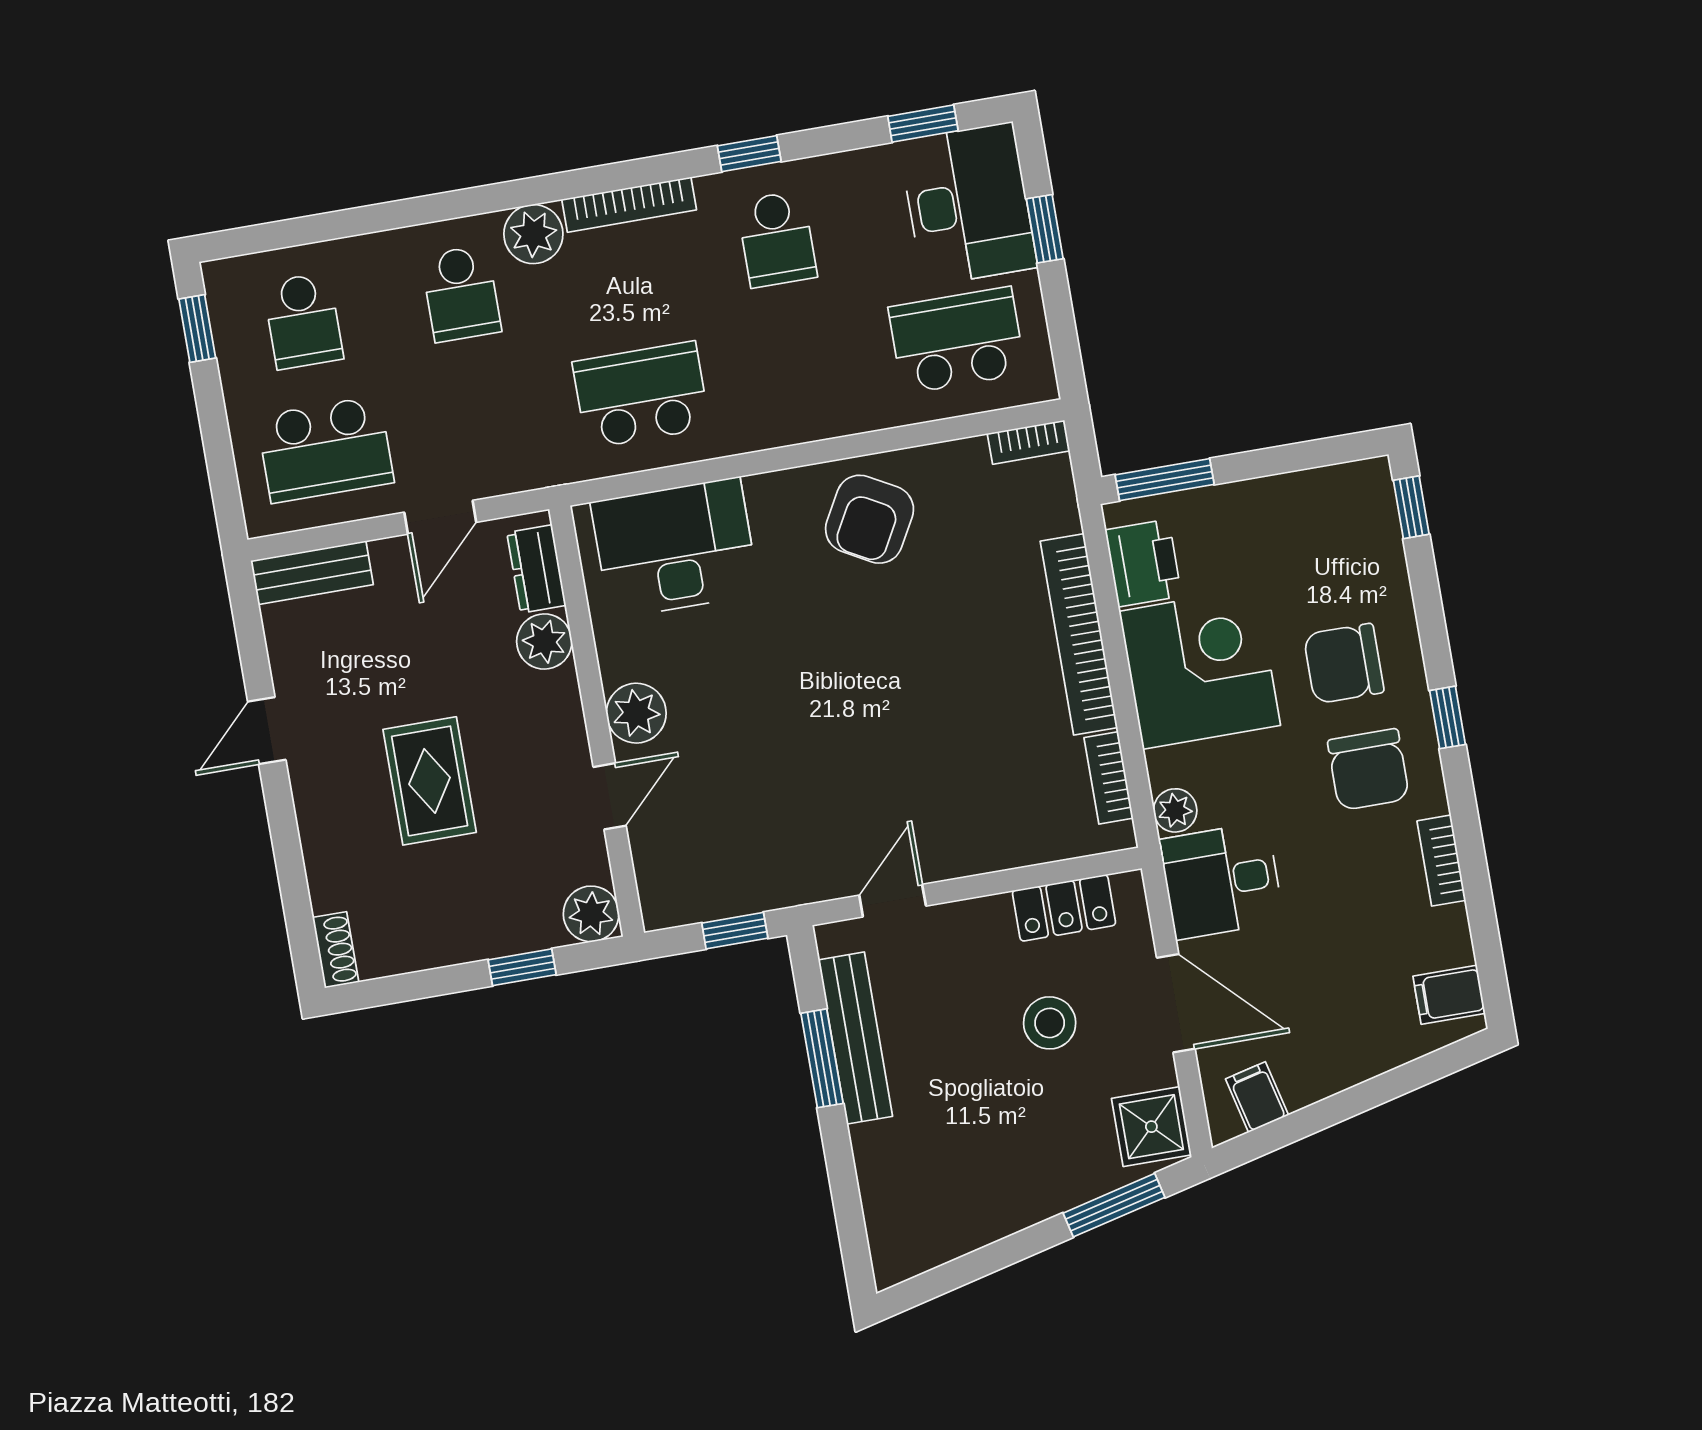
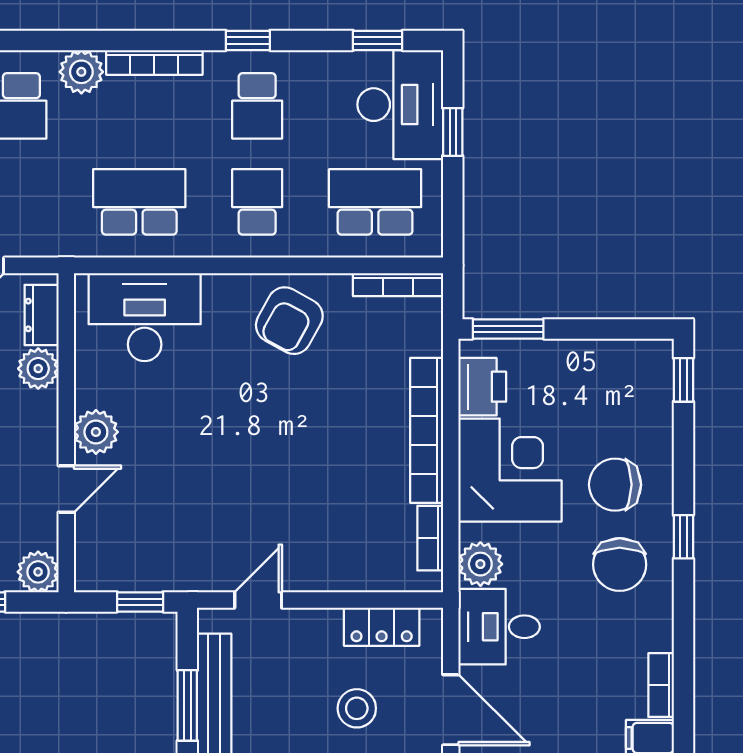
school desk: (799, 368) -> (257, 202), added
bookcase: (1029, 442) -> (398, 285), width x1.56
plant: (1175, 810) -> (480, 564), width x1.38, depth x1.38
bookcase: (1441, 861) -> (661, 685), moved

